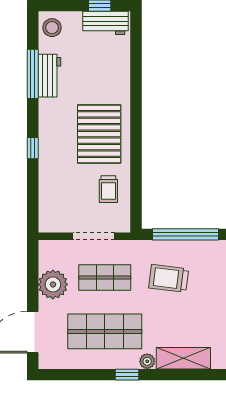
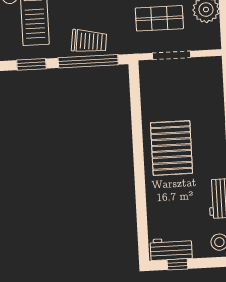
trolley: (108, 189) -> (160, 99), removed
trolley: (169, 278) -> (89, 41), moved

